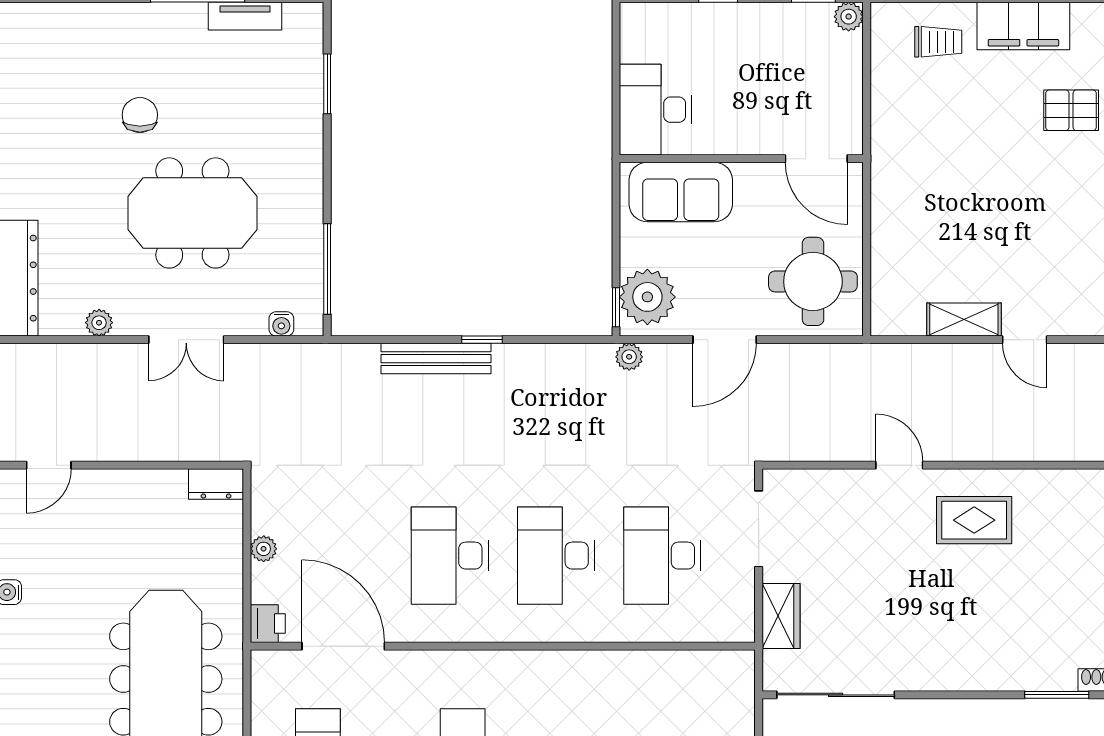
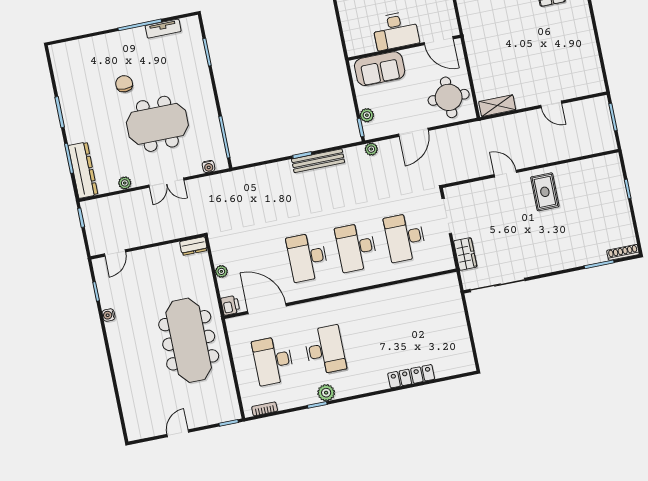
desk: (655, 110) -> (396, 31), moved, turned -90
plant: (647, 297) -> (367, 115), width x0.53, depth x0.53
shelving: (964, 320) -> (497, 106), moved
bench: (436, 359) -> (318, 161), moved
rug: (974, 520) -> (545, 192), turned 90

